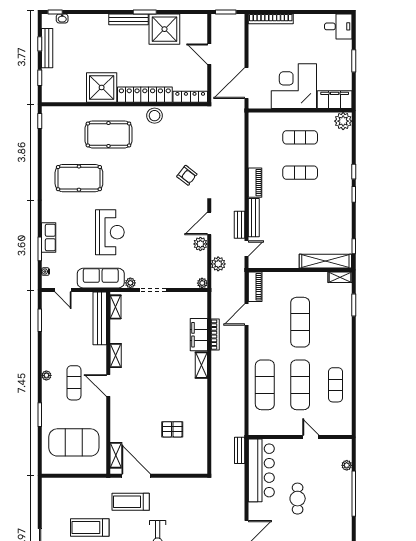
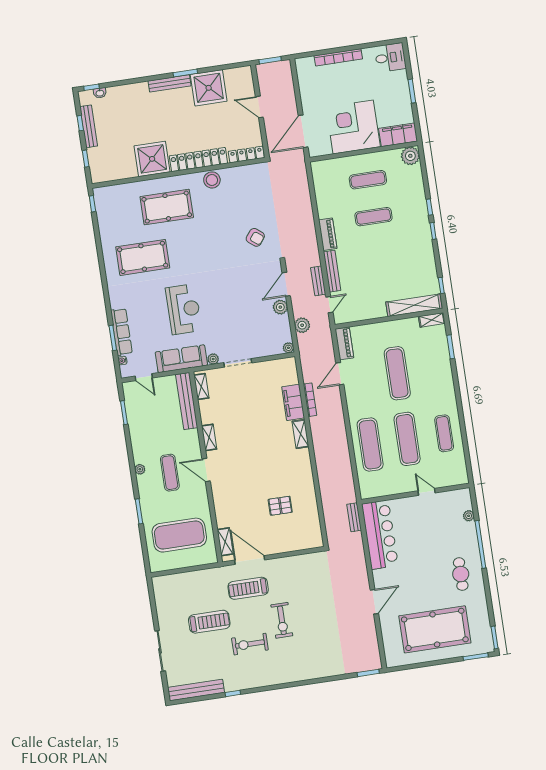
bookcase: (271, 19) -> (338, 57), moved
row of seats: (49, 237) -> (121, 332), width x1.48
cafe table: (298, 499) -> (461, 574), moved
treadmill: (90, 528) -> (209, 622), turned 180

